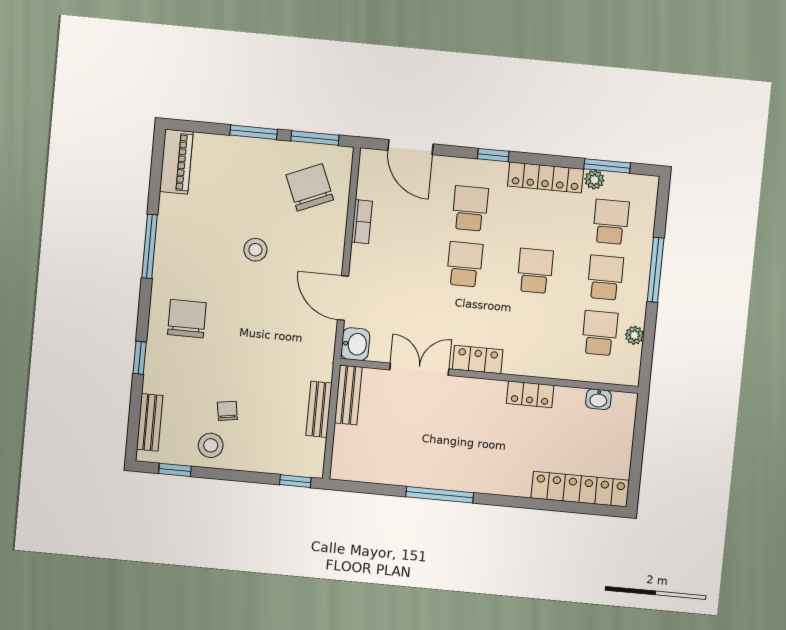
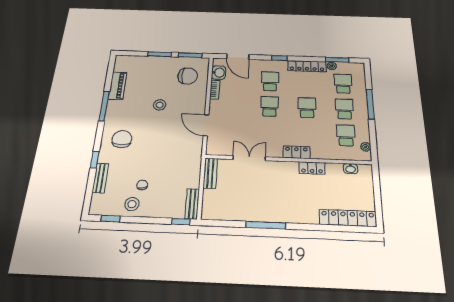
piano: (176, 162) -> (118, 86), moved
chair: (310, 187) -> (188, 76), turned 113
plant: (634, 335) -> (366, 147), moved
washbasin: (355, 344) -> (219, 73), moved
locker: (478, 359) -> (296, 152), moved
bench: (319, 409) -> (192, 204), moved
bench: (150, 422) -> (100, 178), moved

